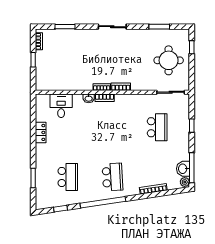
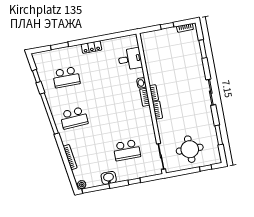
locker: (41, 132) -> (91, 47), moved
washbasin: (183, 169) -> (109, 178), moved

